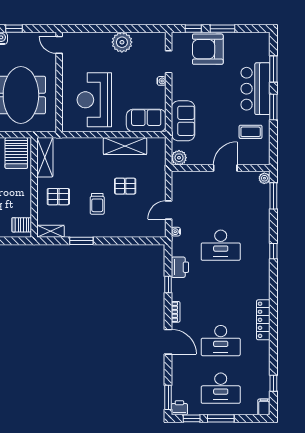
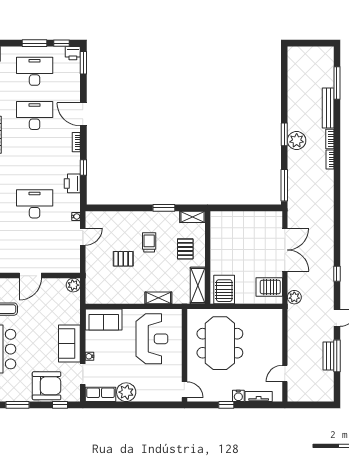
window: (222, 29) -> (17, 405), moved
row of seats: (150, 40) -> (101, 394), added
sofa: (183, 121) -> (69, 343), moved
shelving: (125, 146) -> (158, 298), moved, width x0.67, depth x0.75
pallet: (58, 197) -> (185, 249), turned 90
server rack: (22, 225) -> (219, 223), removed

